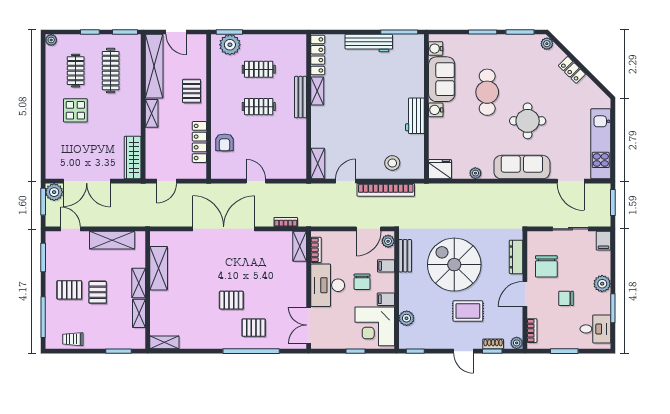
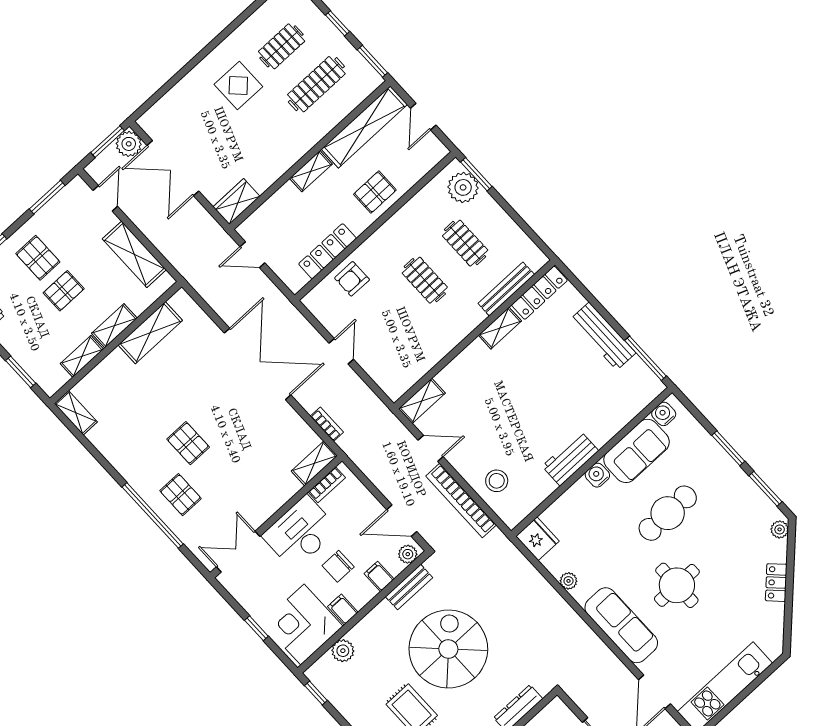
bench: (301, 97) -> (506, 289), moved
wardrobe: (133, 158) -> (236, 202), width x0.67

